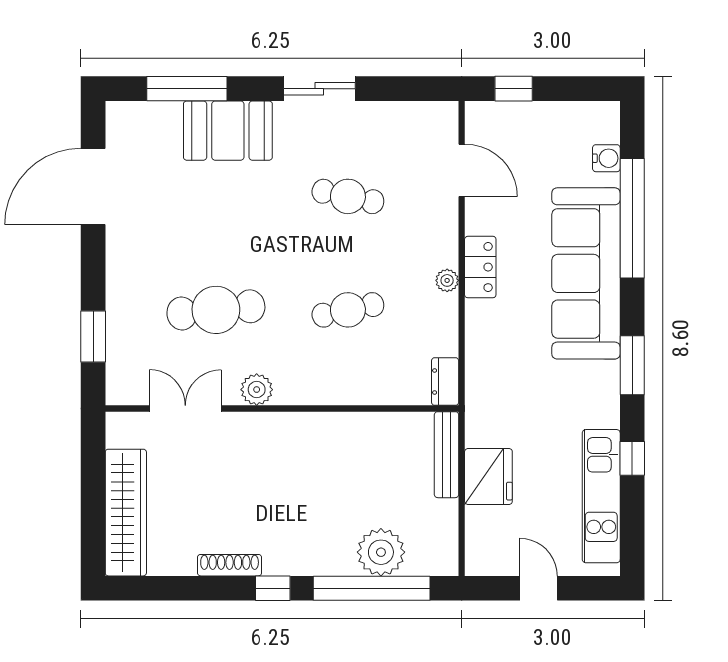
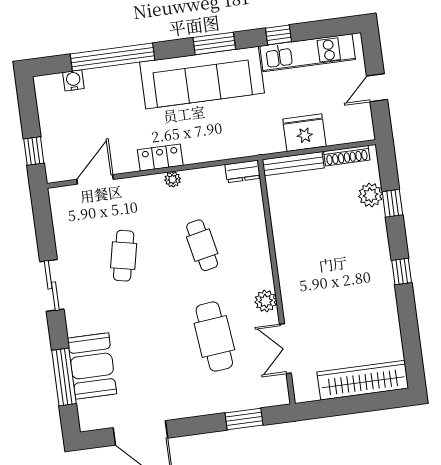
booth: (228, 131) -> (92, 366), moved
sofa: (586, 273) -> (202, 78), moved
plant: (381, 552) -> (371, 195), width x0.73, depth x0.73
shoe rack: (230, 565) -> (347, 156), moved, turned -90
window: (372, 588) -> (392, 203), width x0.32

